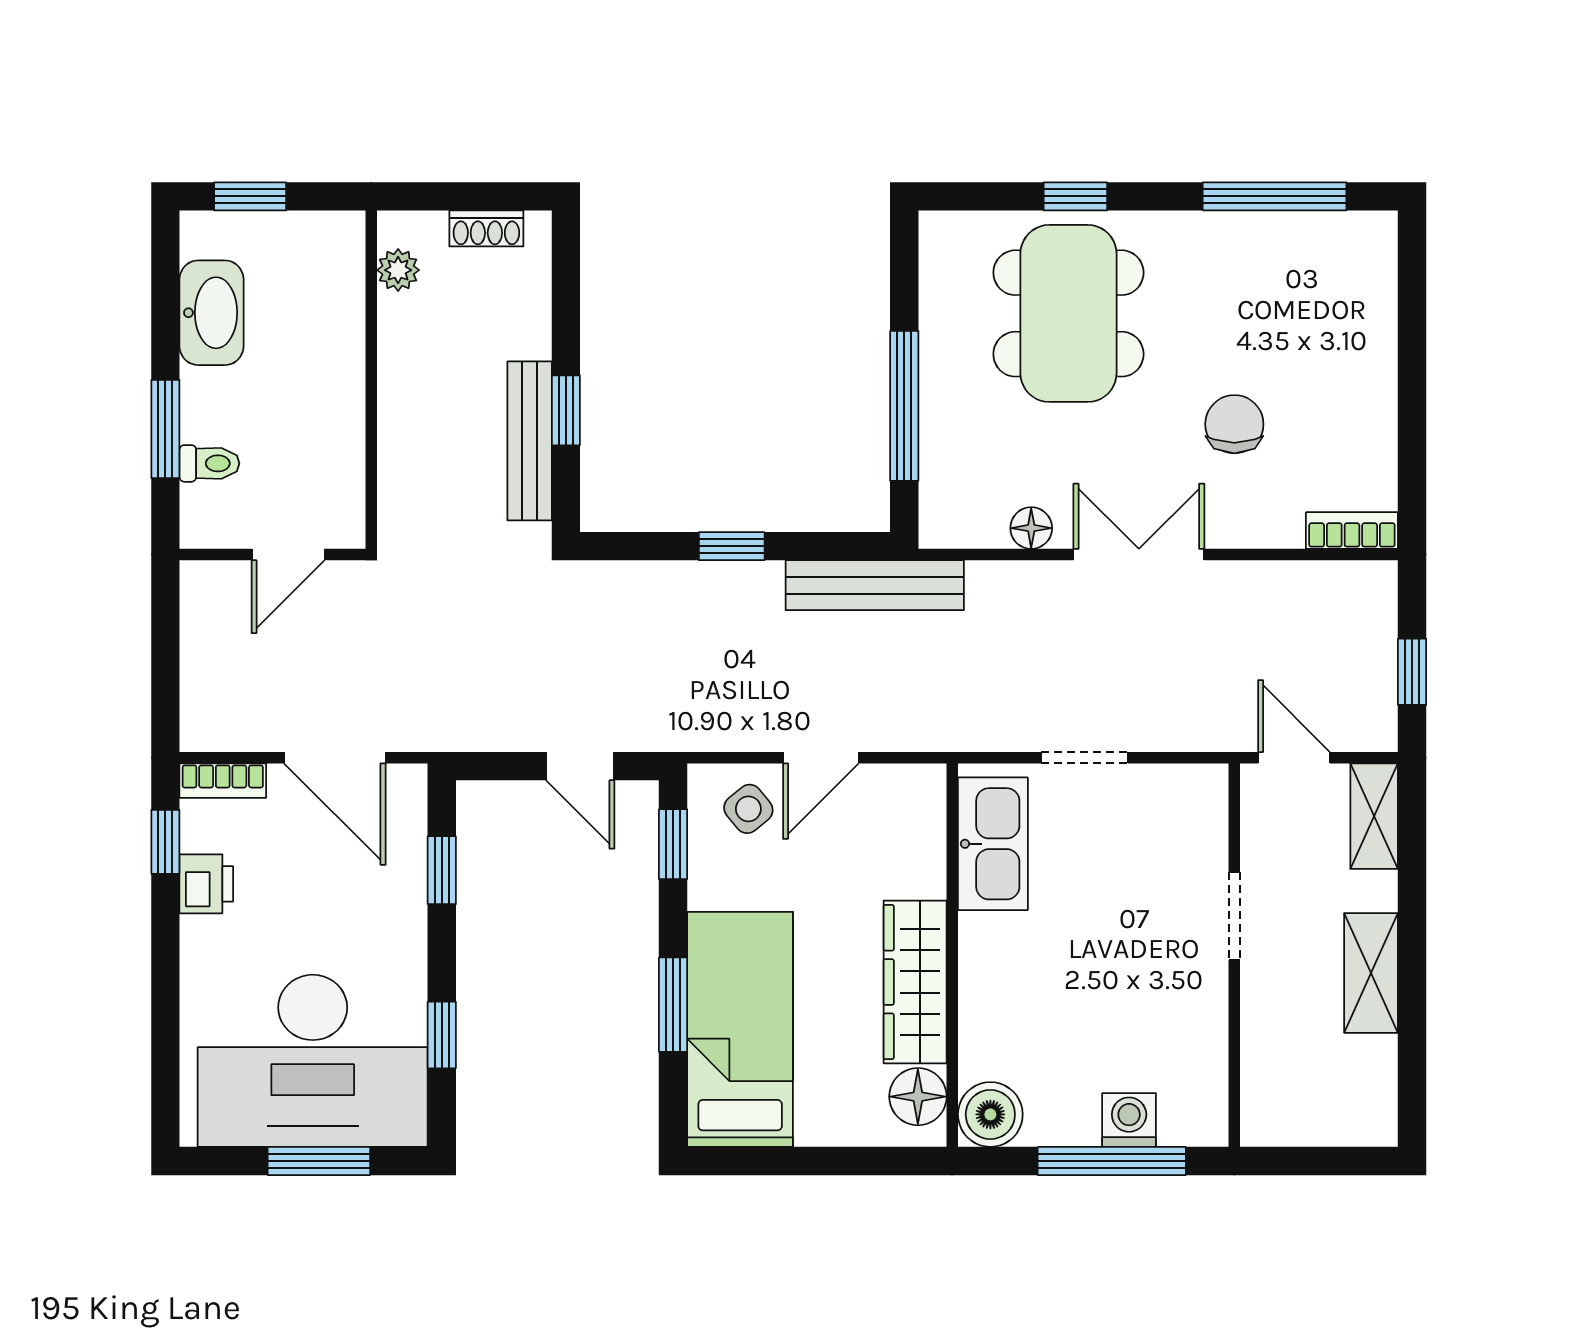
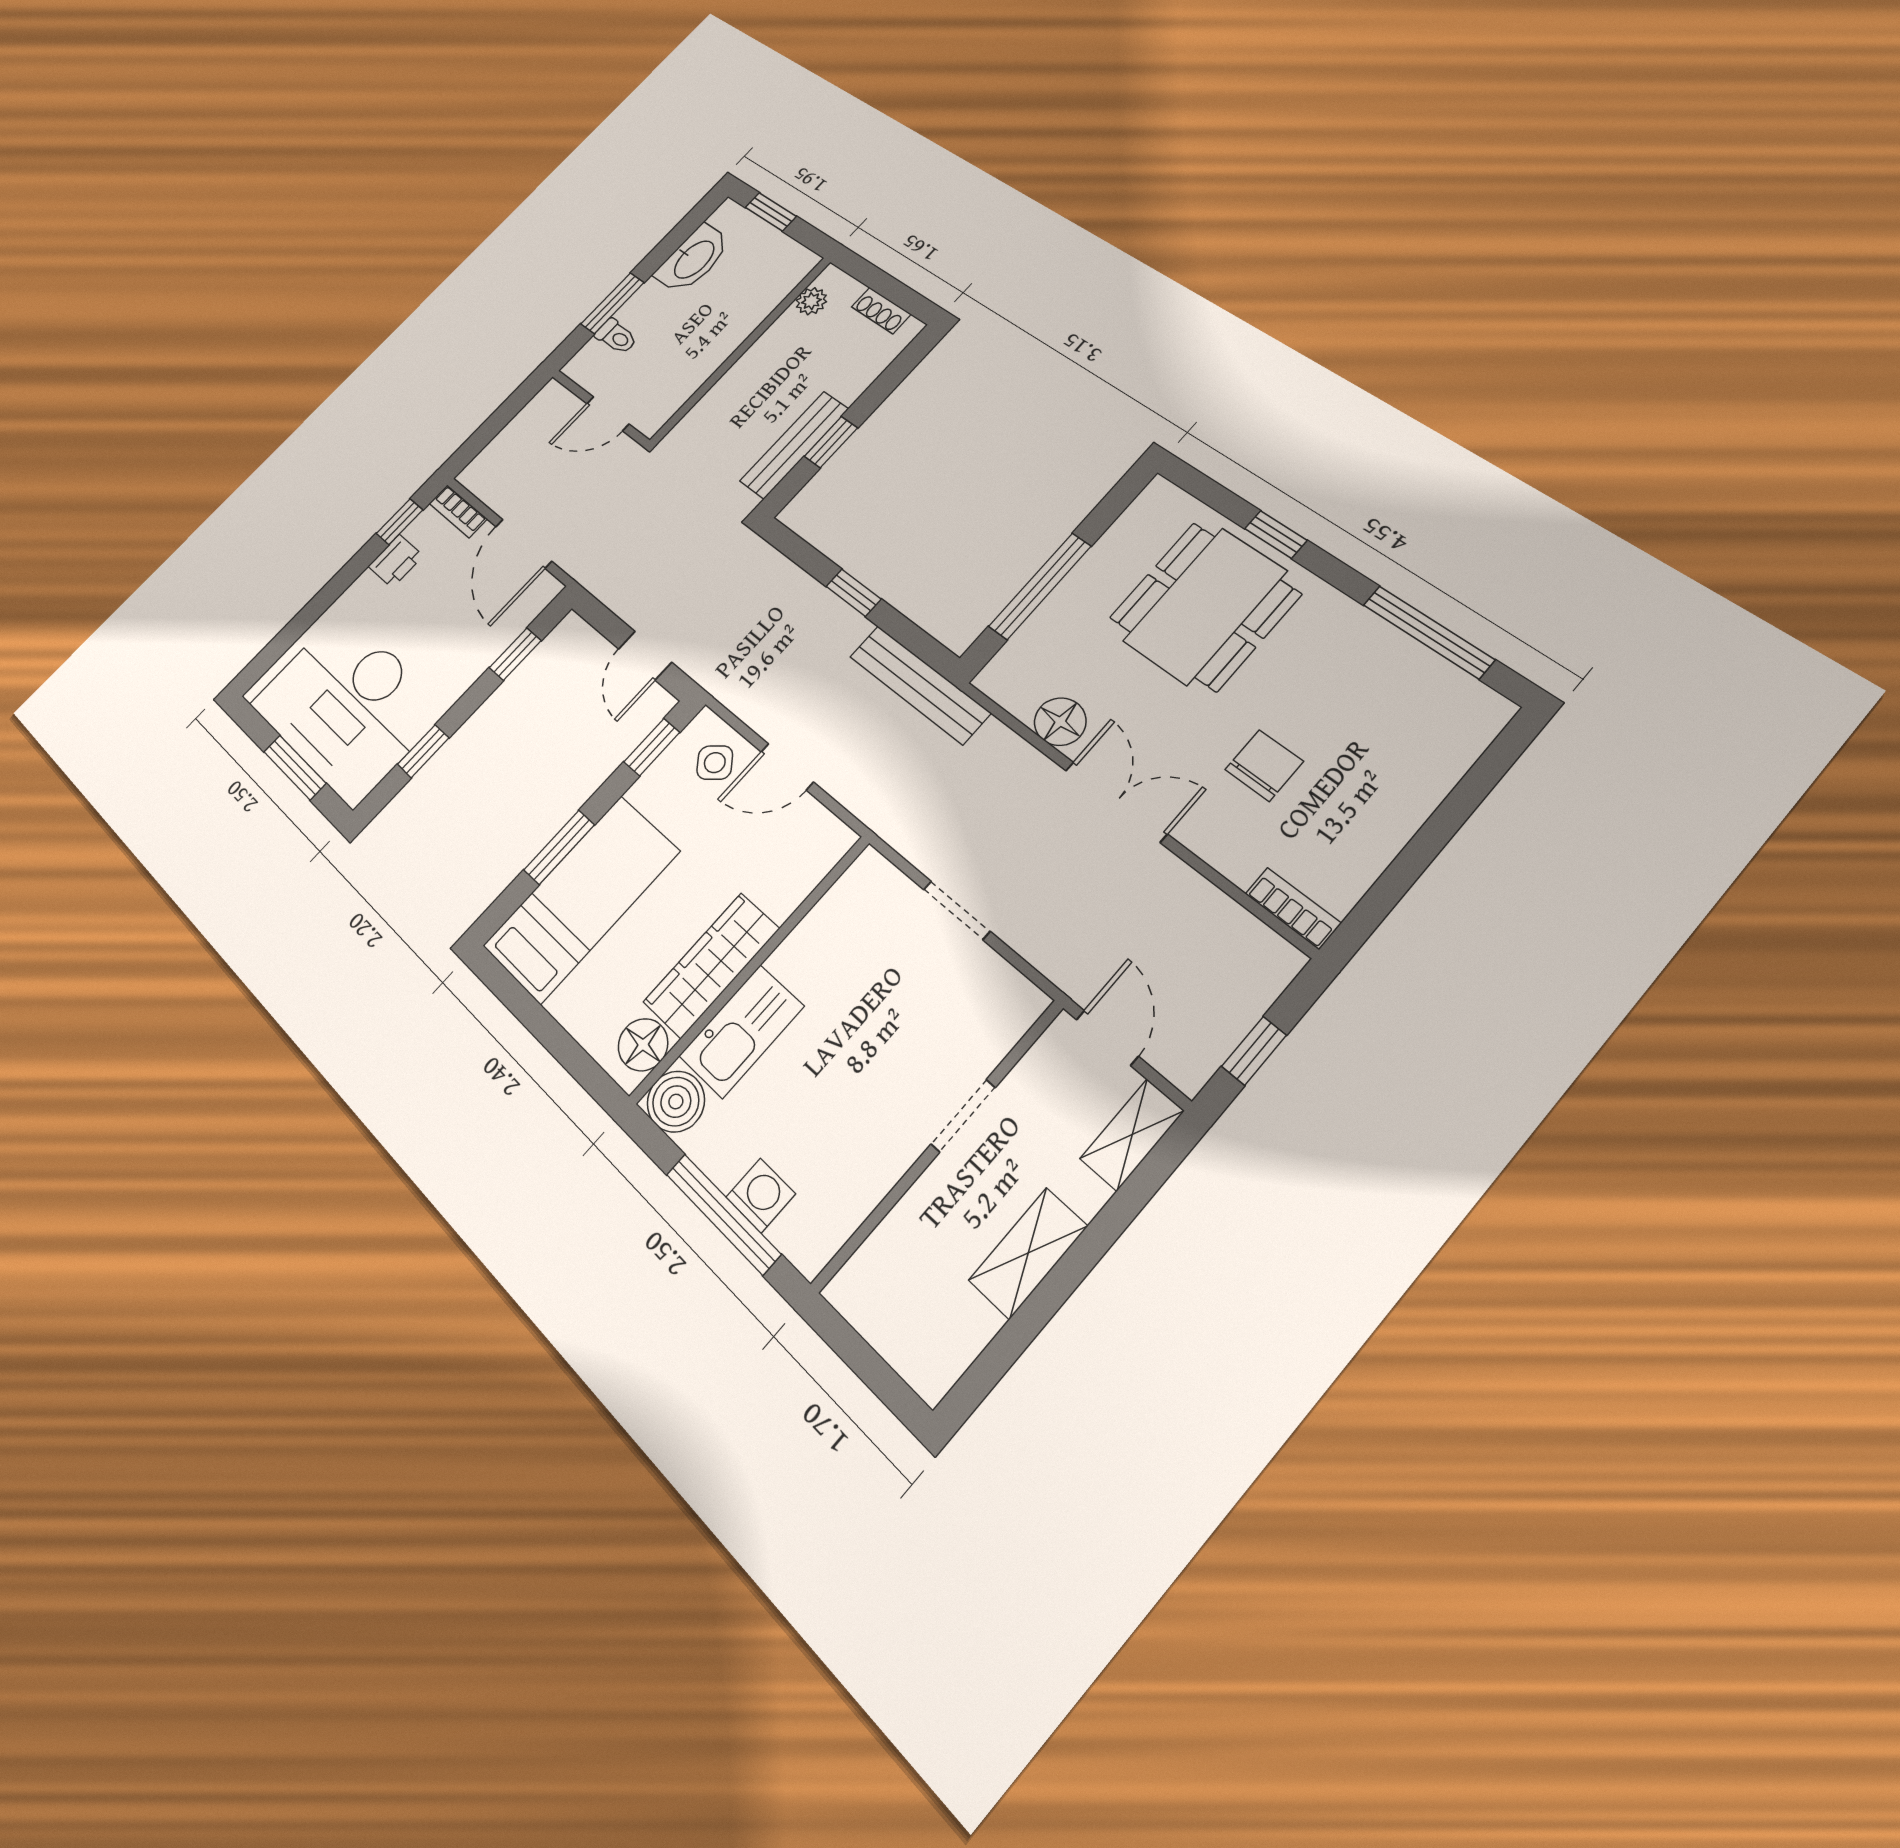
floor lamp: (1031, 528) -> (1060, 722), width x1.37, depth x1.37
kitchen sink: (993, 844) -> (742, 1031), moved

